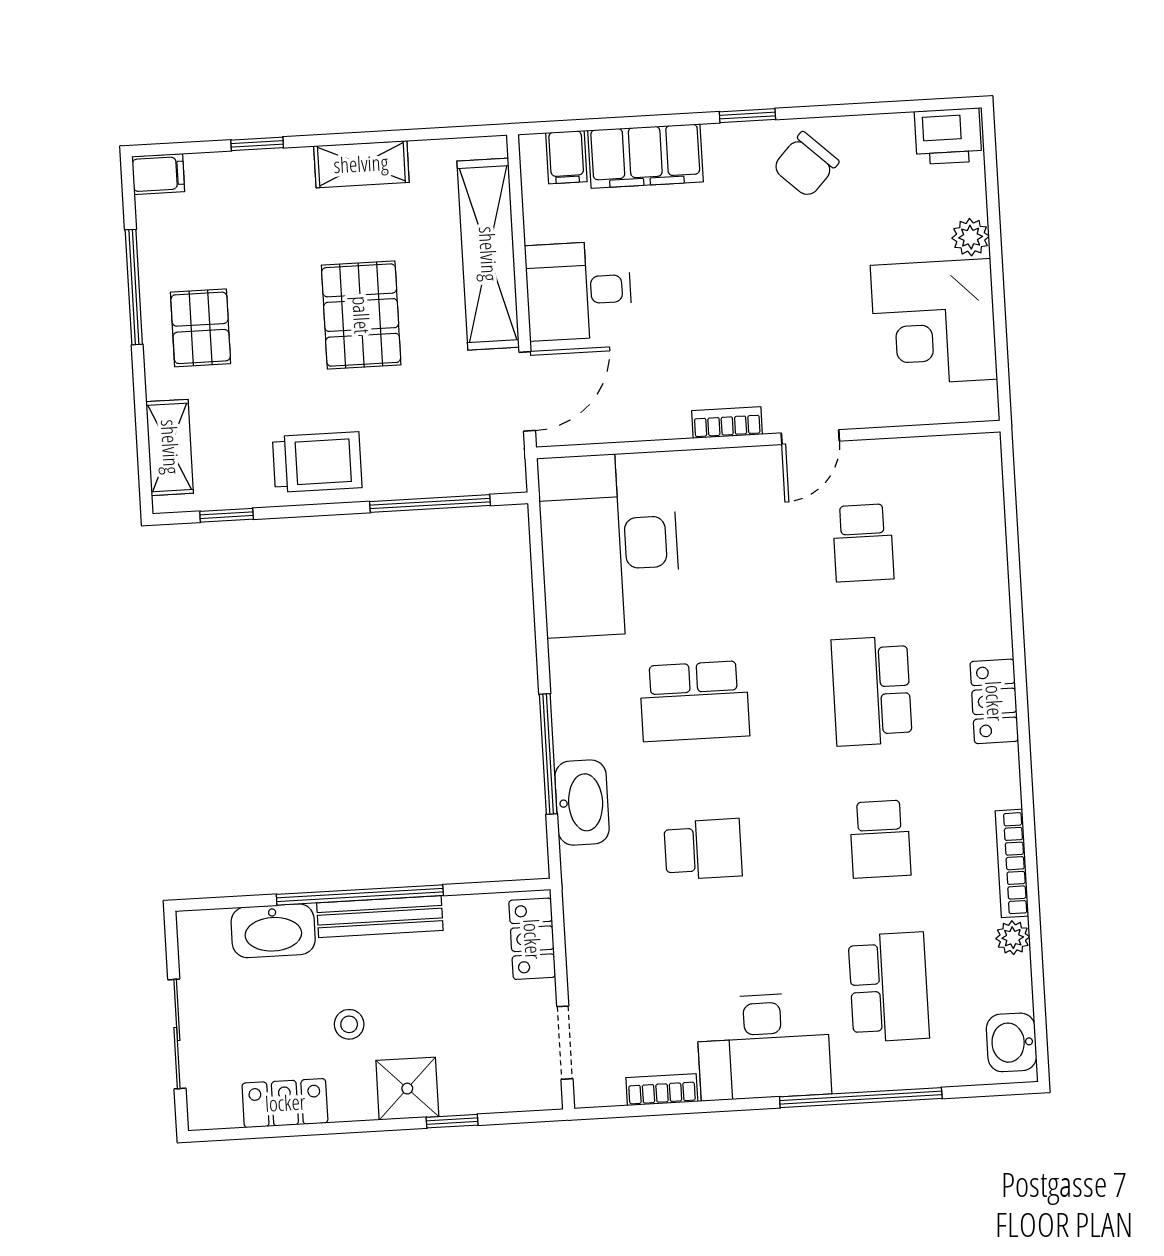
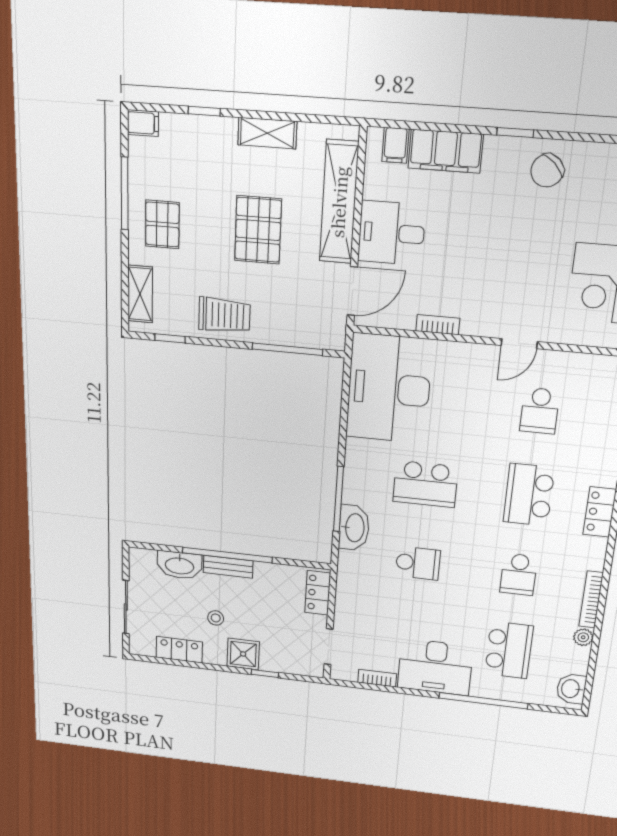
bookcase: (727, 423) -> (438, 325), moved
bench: (380, 917) -> (228, 567), width x0.73

